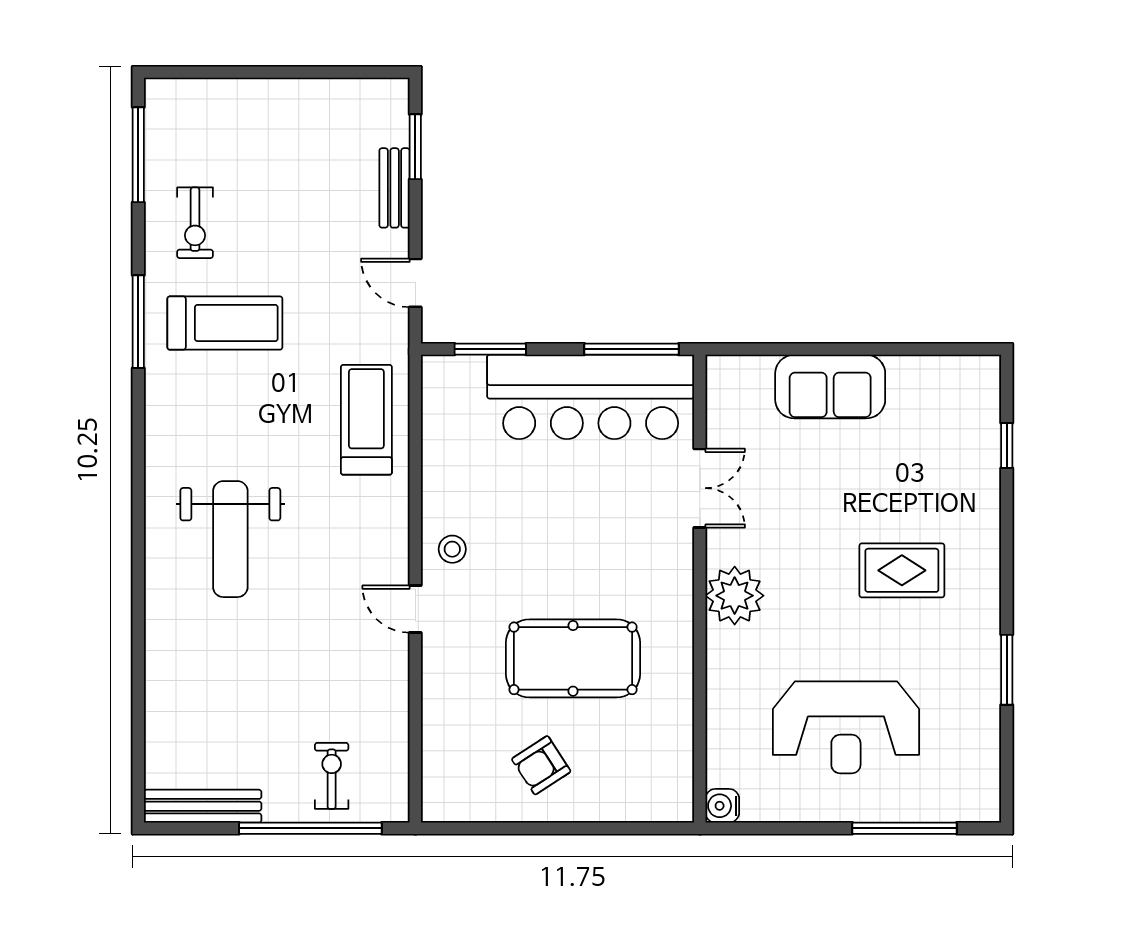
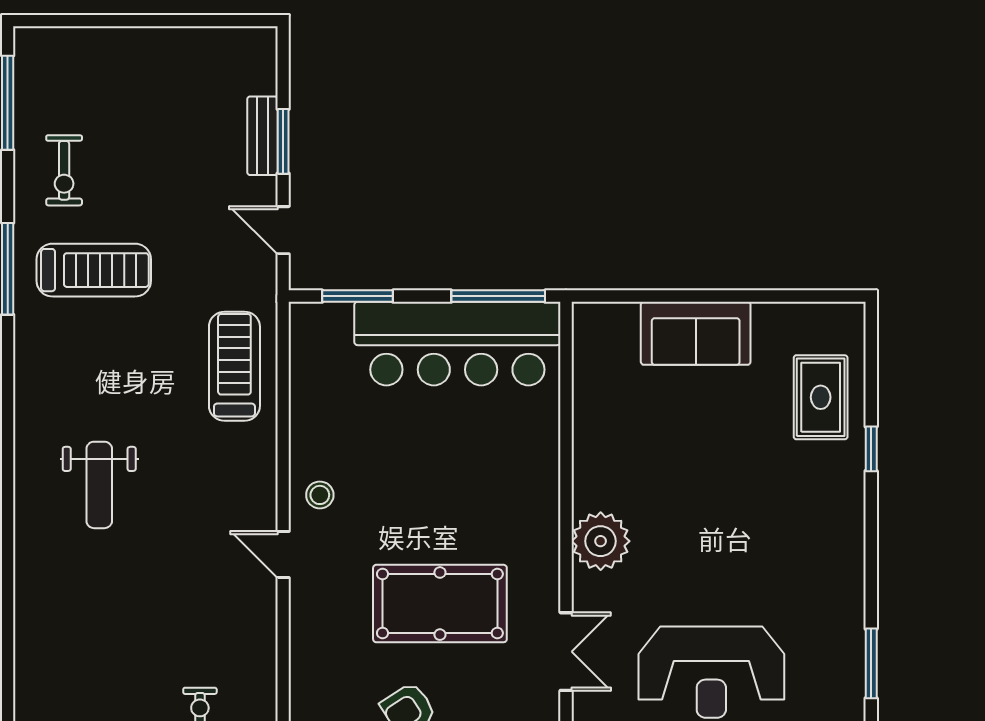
window: (415, 147) -> (283, 141), moved
window: (1007, 445) -> (871, 449), moved
double door: (700, 488) -> (566, 652), moved
weight bench: (230, 539) -> (99, 485), width x0.73, depth x0.75
rug: (902, 570) -> (821, 397), moved, turned 90
window: (1007, 670) -> (871, 663), moved

